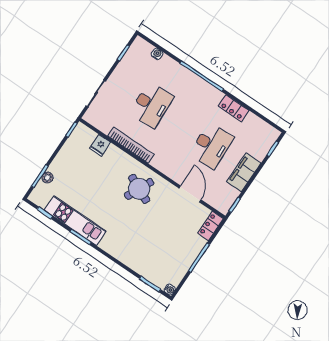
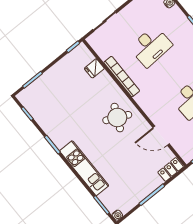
plant: (48, 178) -> (39, 83), removed
door: (190, 194) -> (161, 136), swing flipped
kitchen unit: (75, 221) -> (84, 168), moved

